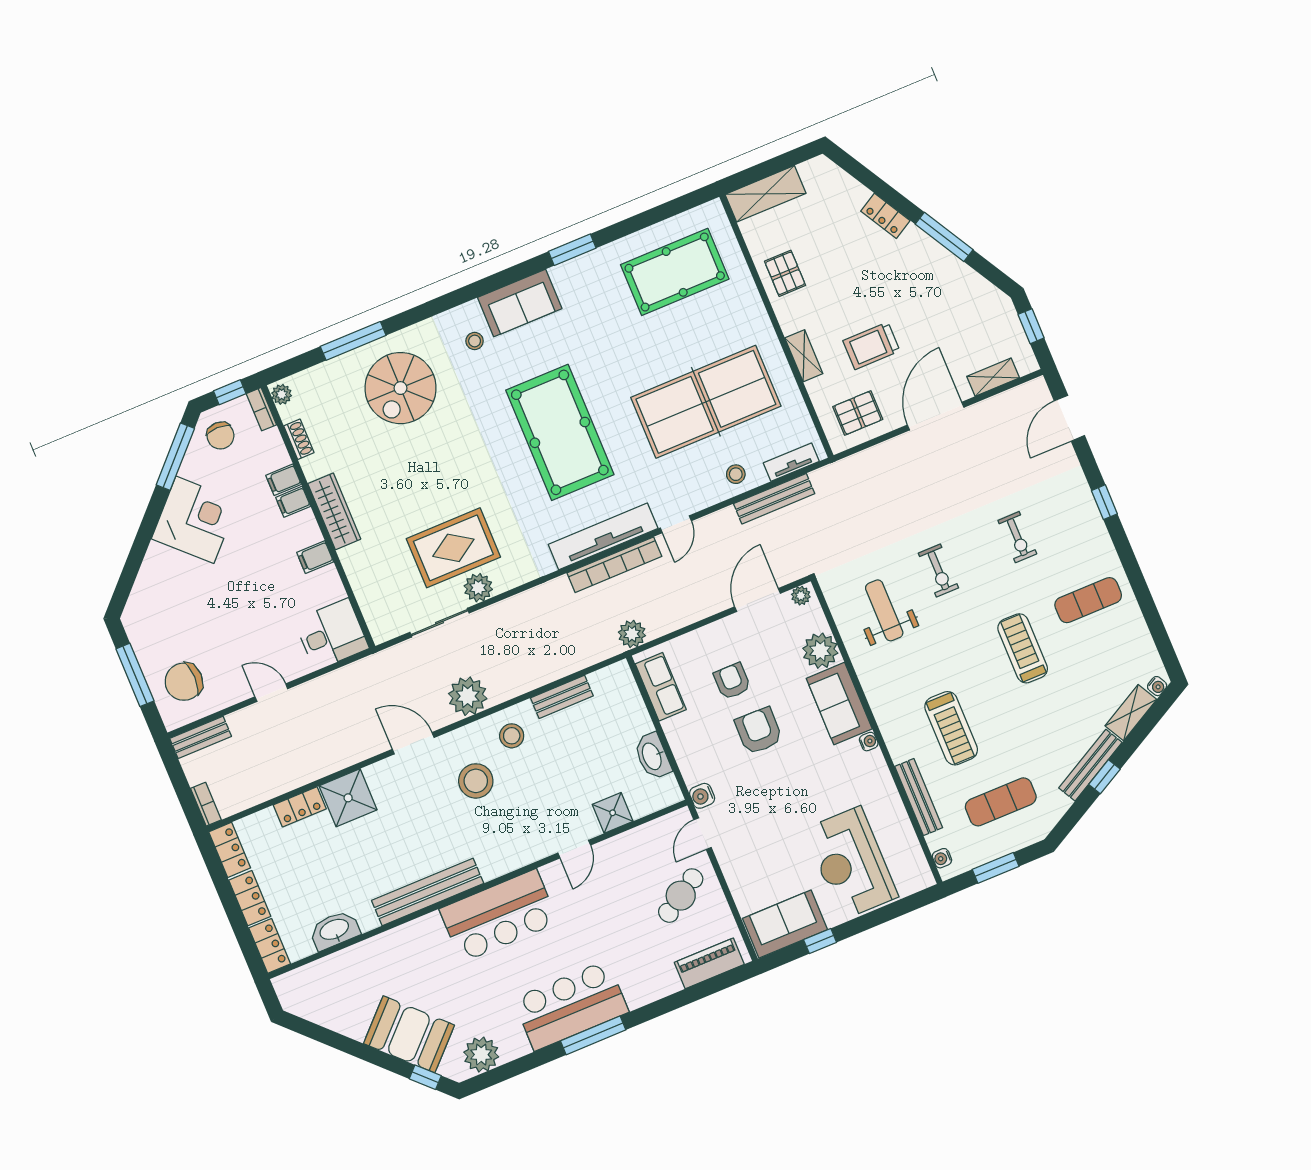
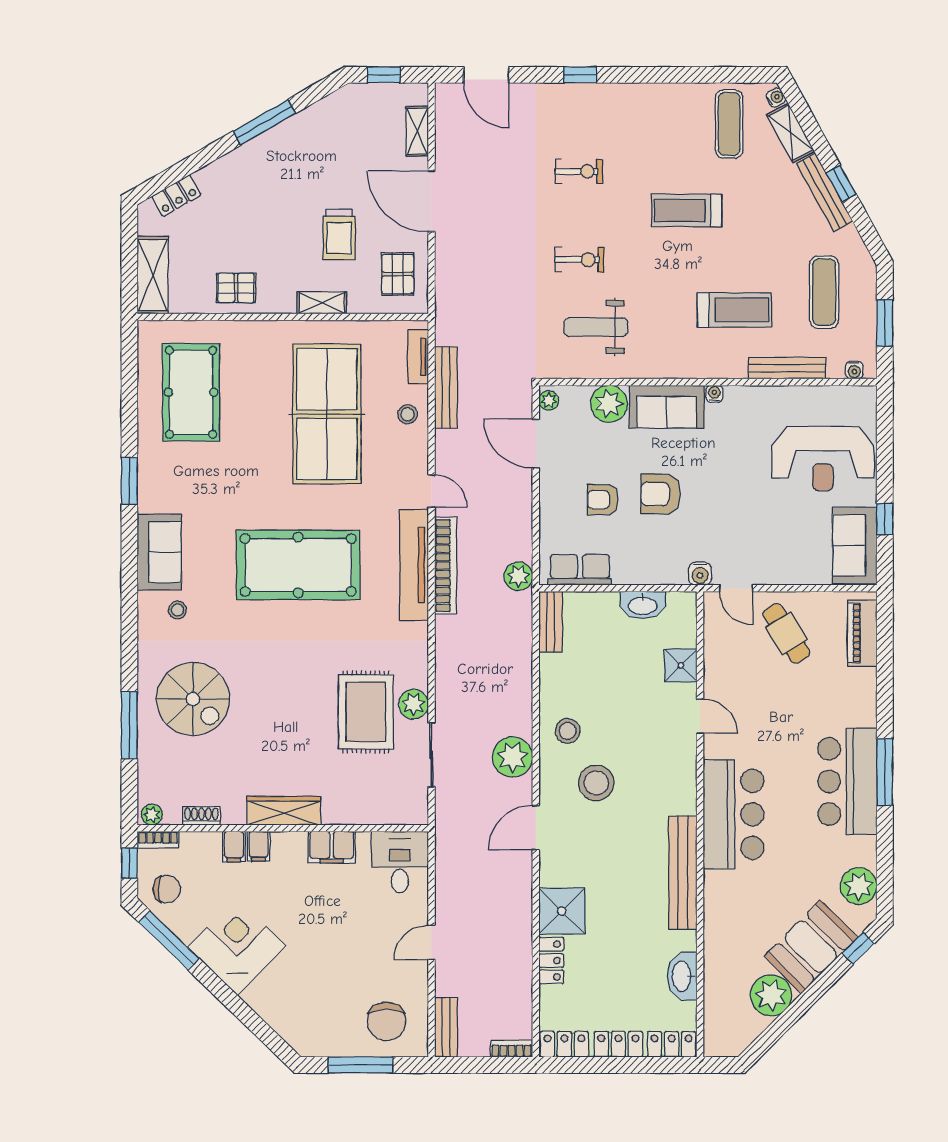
locker: (885, 216) -> (176, 196), moved
filing cabinet: (315, 557) -> (332, 847), width x2.00
exercise mat: (1088, 600) -> (729, 124), moved
bench: (562, 697) -> (550, 622), moved
plant: (351, 1017) -> (771, 995), added

